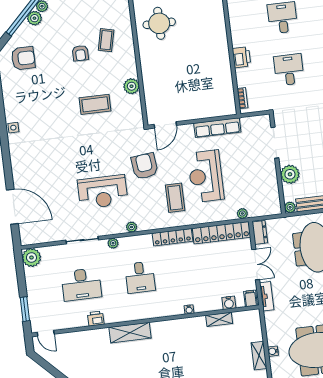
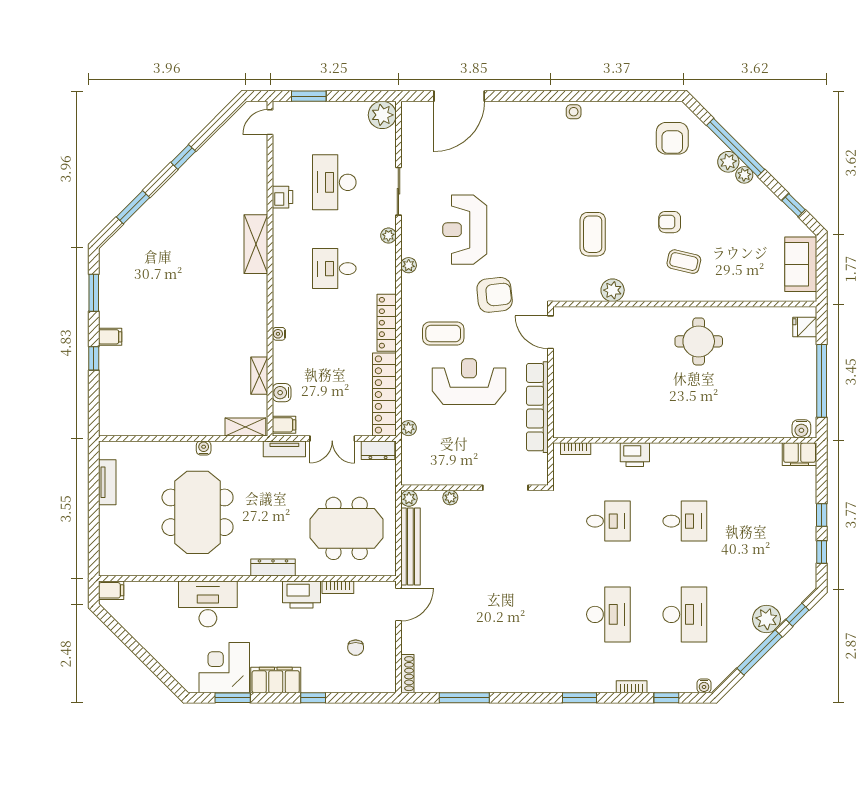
row of seats: (217, 128) -> (537, 407), width x1.36
plant: (290, 174) -> (450, 498), width x0.53, depth x0.53
shelving: (259, 356) -> (245, 427), moved

